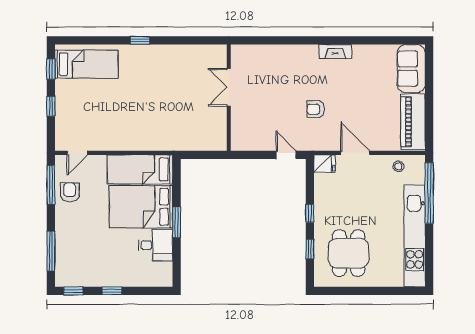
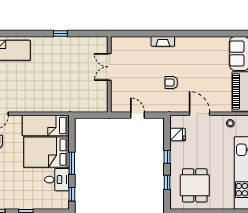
window: (140, 40) -> (60, 33), moved
fireplace: (335, 51) -> (163, 41), moved
door: (286, 155) -> (138, 115), moved
fridge: (324, 164) -> (177, 135), moved
window: (177, 266) -> (72, 194), added

